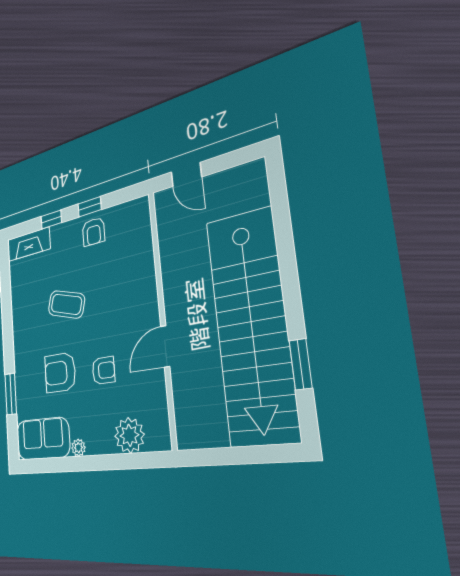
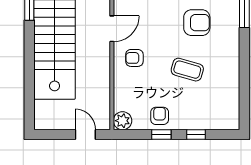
plant: (138, 211) -> (123, 121), added
fireplace: (29, 244) -> (219, 121), removed
armchair: (103, 370) -> (134, 58), moved

